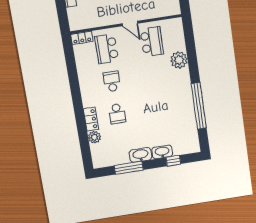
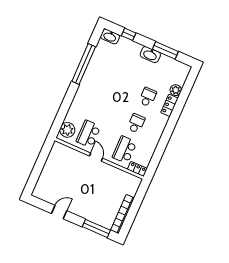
school desk: (107, 49) -> (125, 150), turned 180
plant: (179, 60) -> (67, 130), moved
school desk: (112, 81) -> (136, 123), turned 180
washbasin: (162, 152) -> (110, 36), moved

